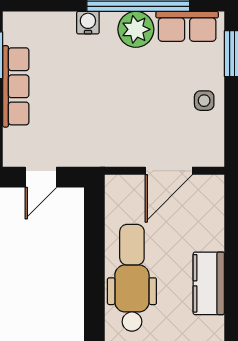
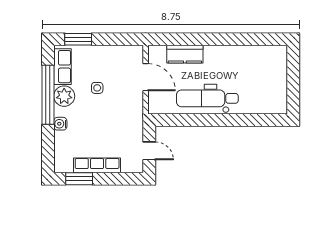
side table: (204, 101) -> (97, 88), moved
kitchen counter: (209, 283) -> (185, 54), moved

